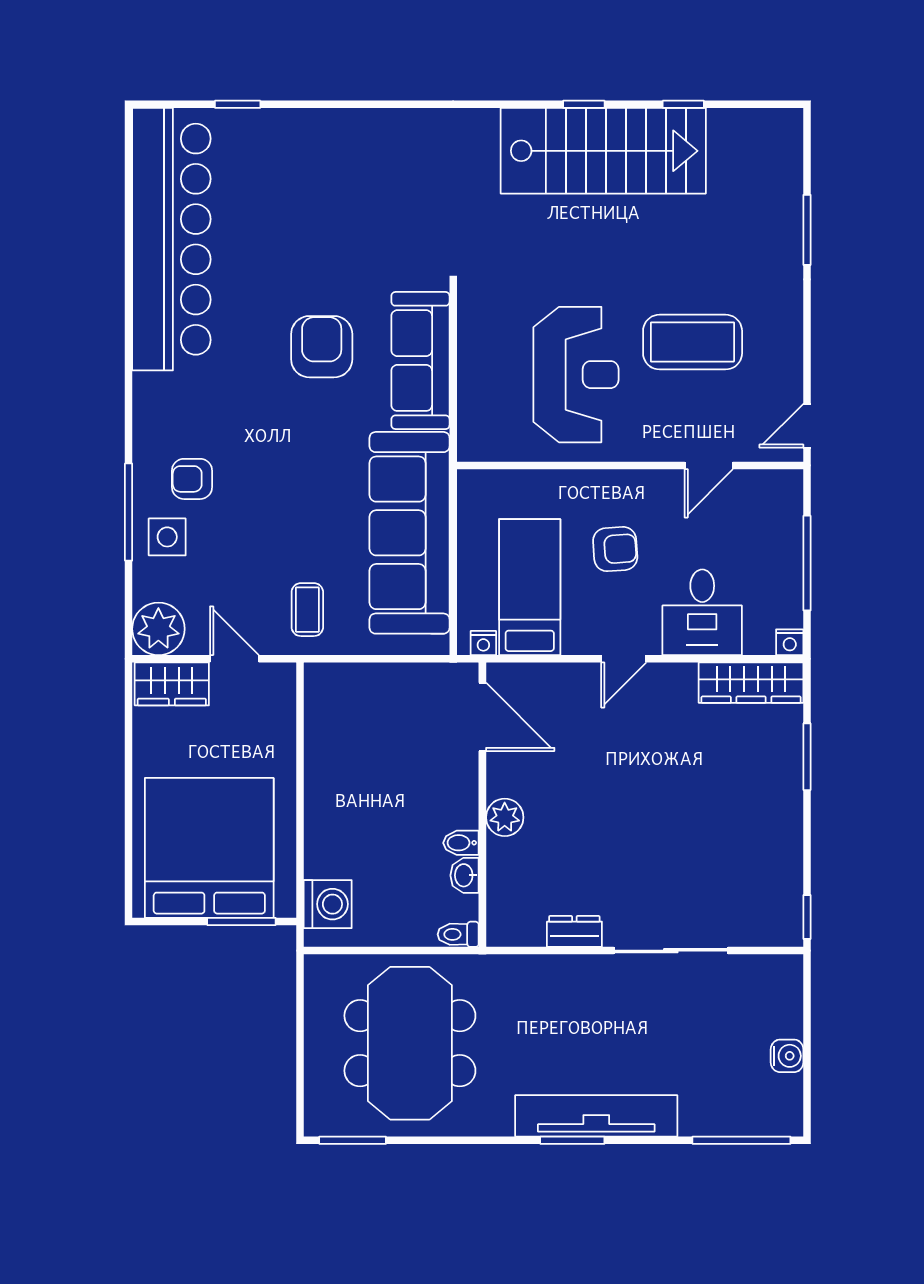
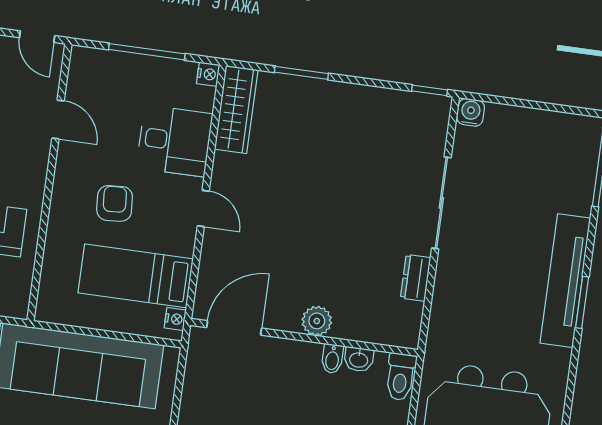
toilet: (458, 934) -> (401, 377), width x1.37, depth x1.39
water cooler: (787, 1056) -> (471, 112), moved

